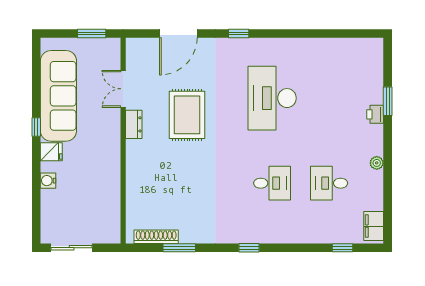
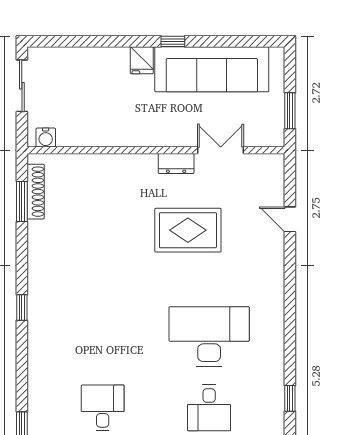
door: (178, 33) -> (290, 219), width x0.53
window: (239, 33) -> (290, 398), moved
water cooler: (48, 181) -> (46, 138), moved, turned 180
desk: (272, 183) -> (209, 408), moved
window: (179, 248) -> (22, 202), moved

